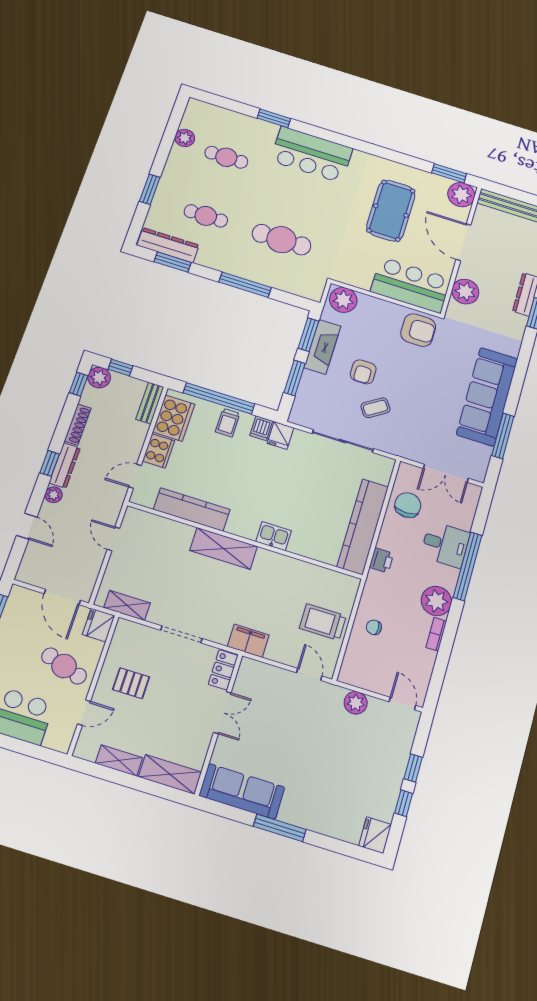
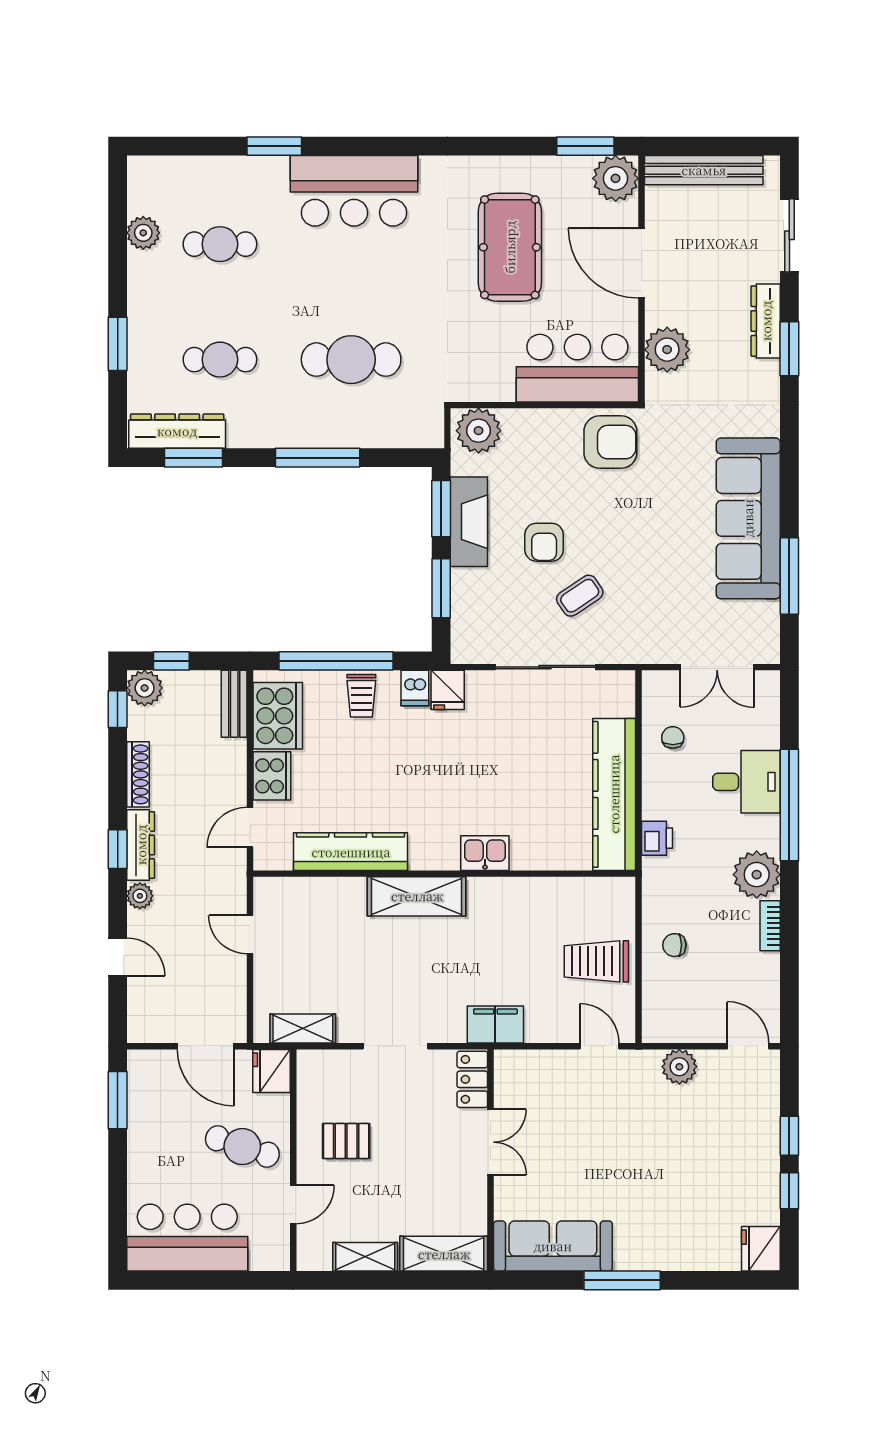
chair: (408, 505) -> (673, 737), width x0.54, depth x0.54

